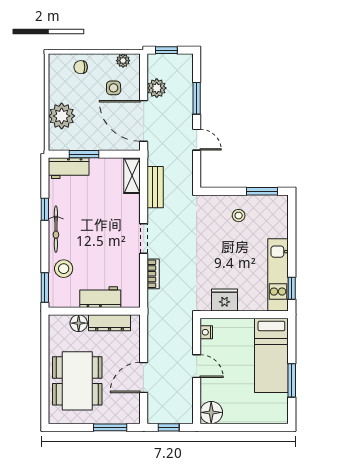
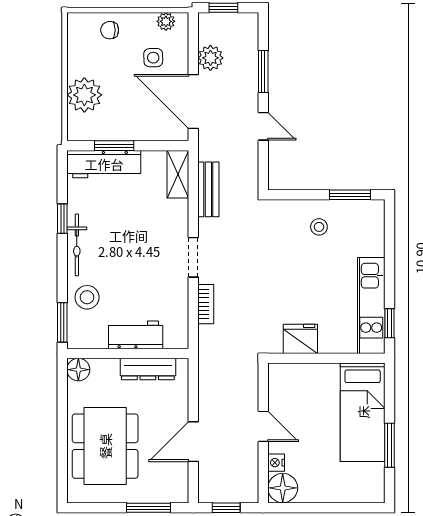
workbench: (69, 168) -> (104, 164), width x1.38
floor lamp: (79, 323) -> (78, 370), moved
nightstand: (206, 332) -> (276, 463), moved

